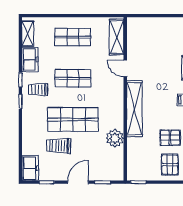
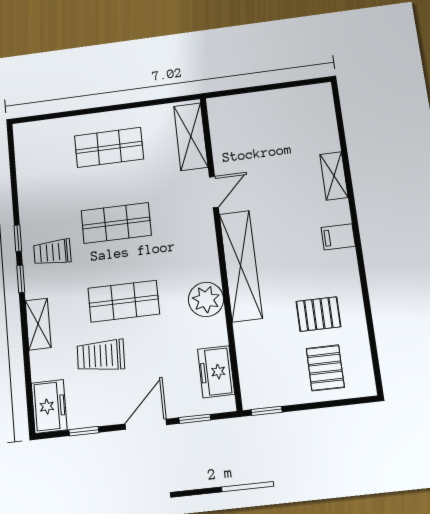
shelving: (28, 33) -> (38, 324), moved
freezer: (30, 59) -> (216, 372), moved, turned 180
door: (125, 68) -> (214, 192), swing flipped
shop shelf: (73, 120) -> (124, 301), width x0.70, depth x0.74
plant: (115, 138) -> (206, 299), moved

